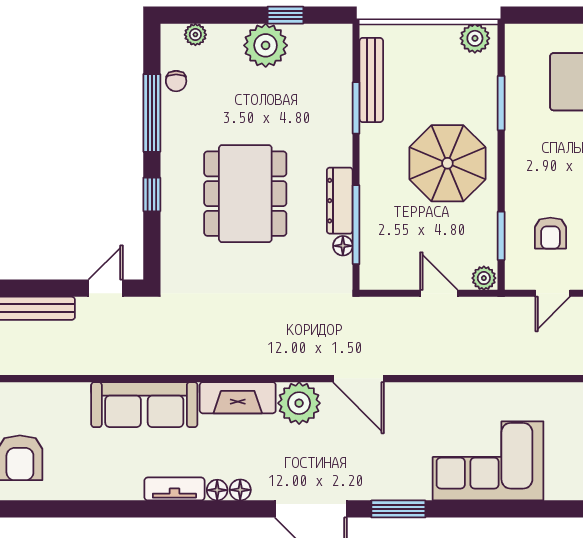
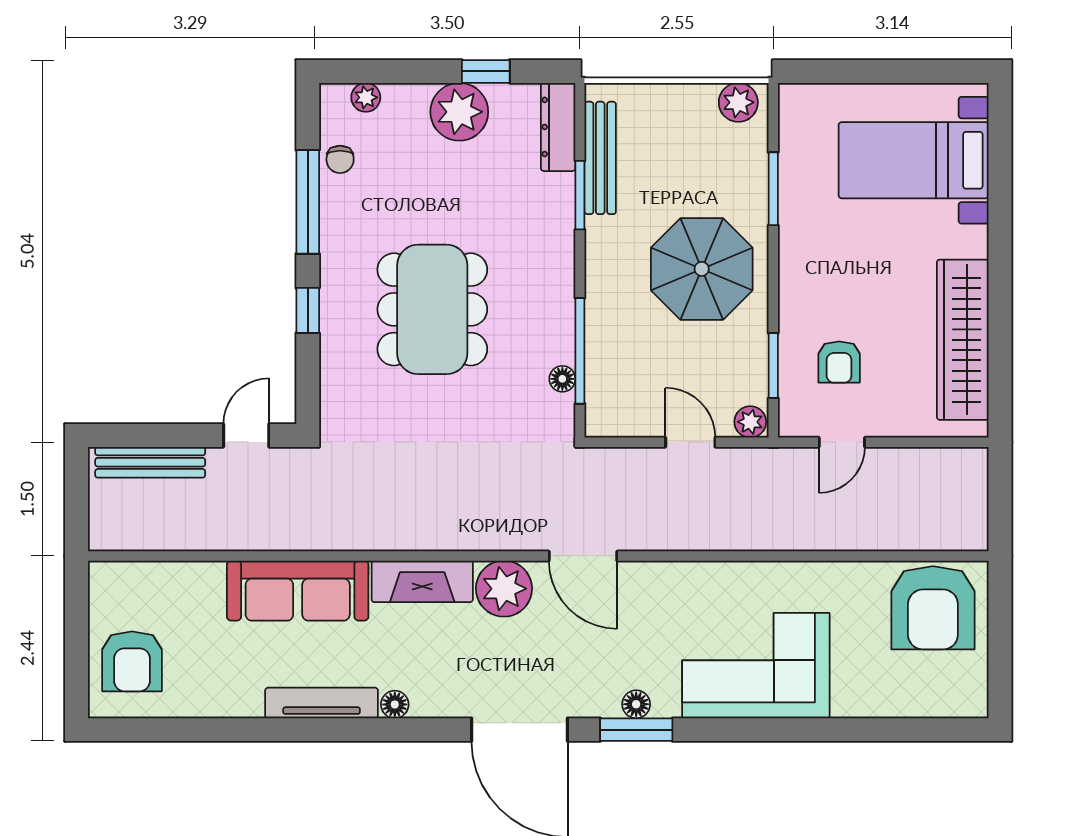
dresser: (340, 201) -> (558, 127), moved
tv unit: (174, 489) -> (322, 703), width x1.41
floor lamp: (240, 490) -> (636, 704), moved

